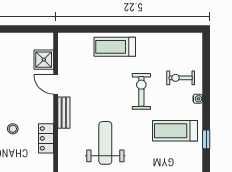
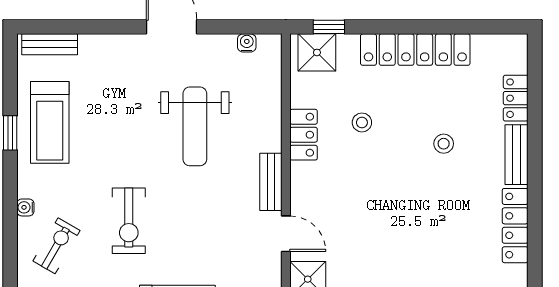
exercise bike: (181, 78) -> (57, 246), turned -60
stool: (13, 129) -> (362, 122), moved
treadmill: (175, 131) -> (50, 122), moved, turned 90

